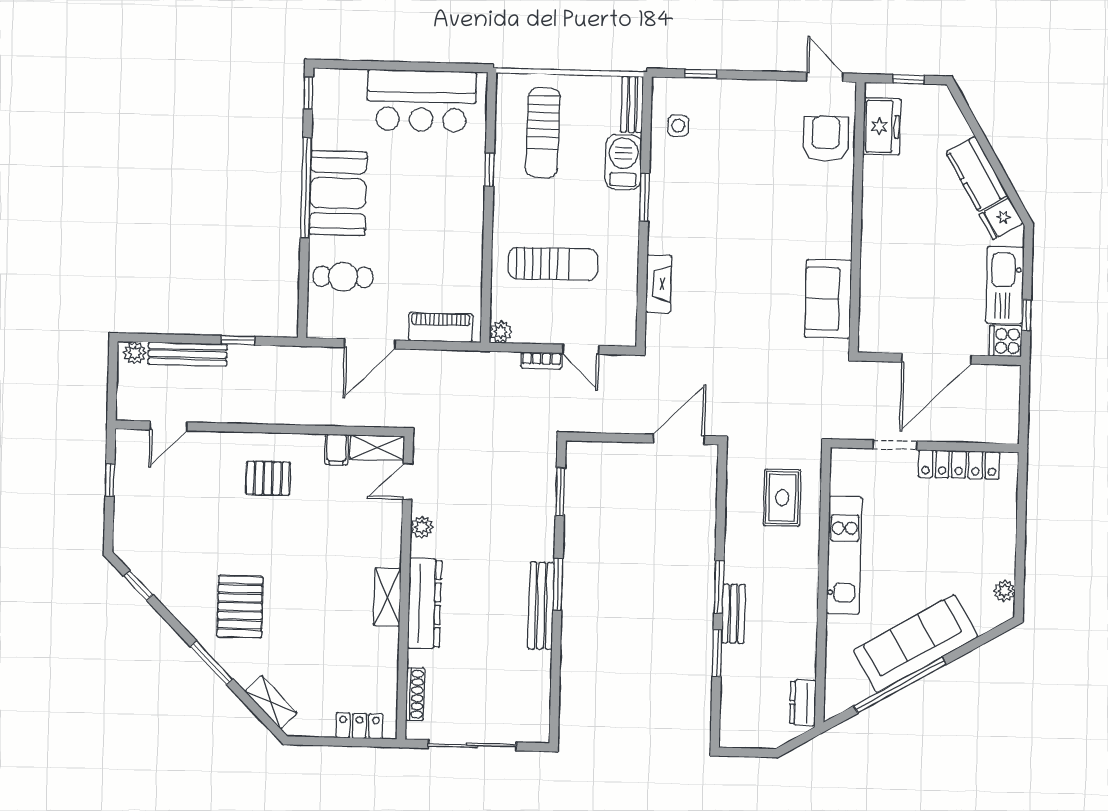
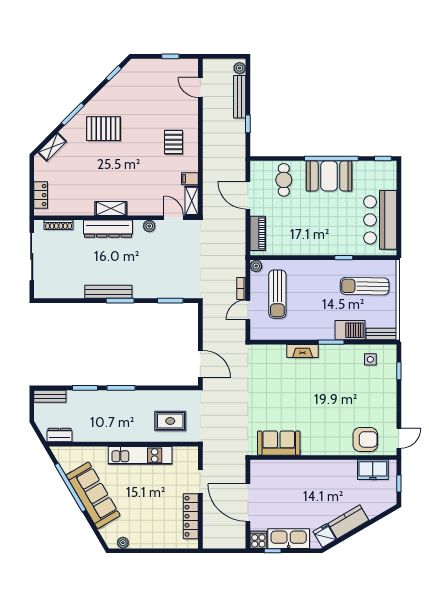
sun lounger: (553, 264) -> (277, 294), moved
fireplace: (659, 284) -> (303, 351), moved
bench: (734, 614) -> (50, 396), moved

